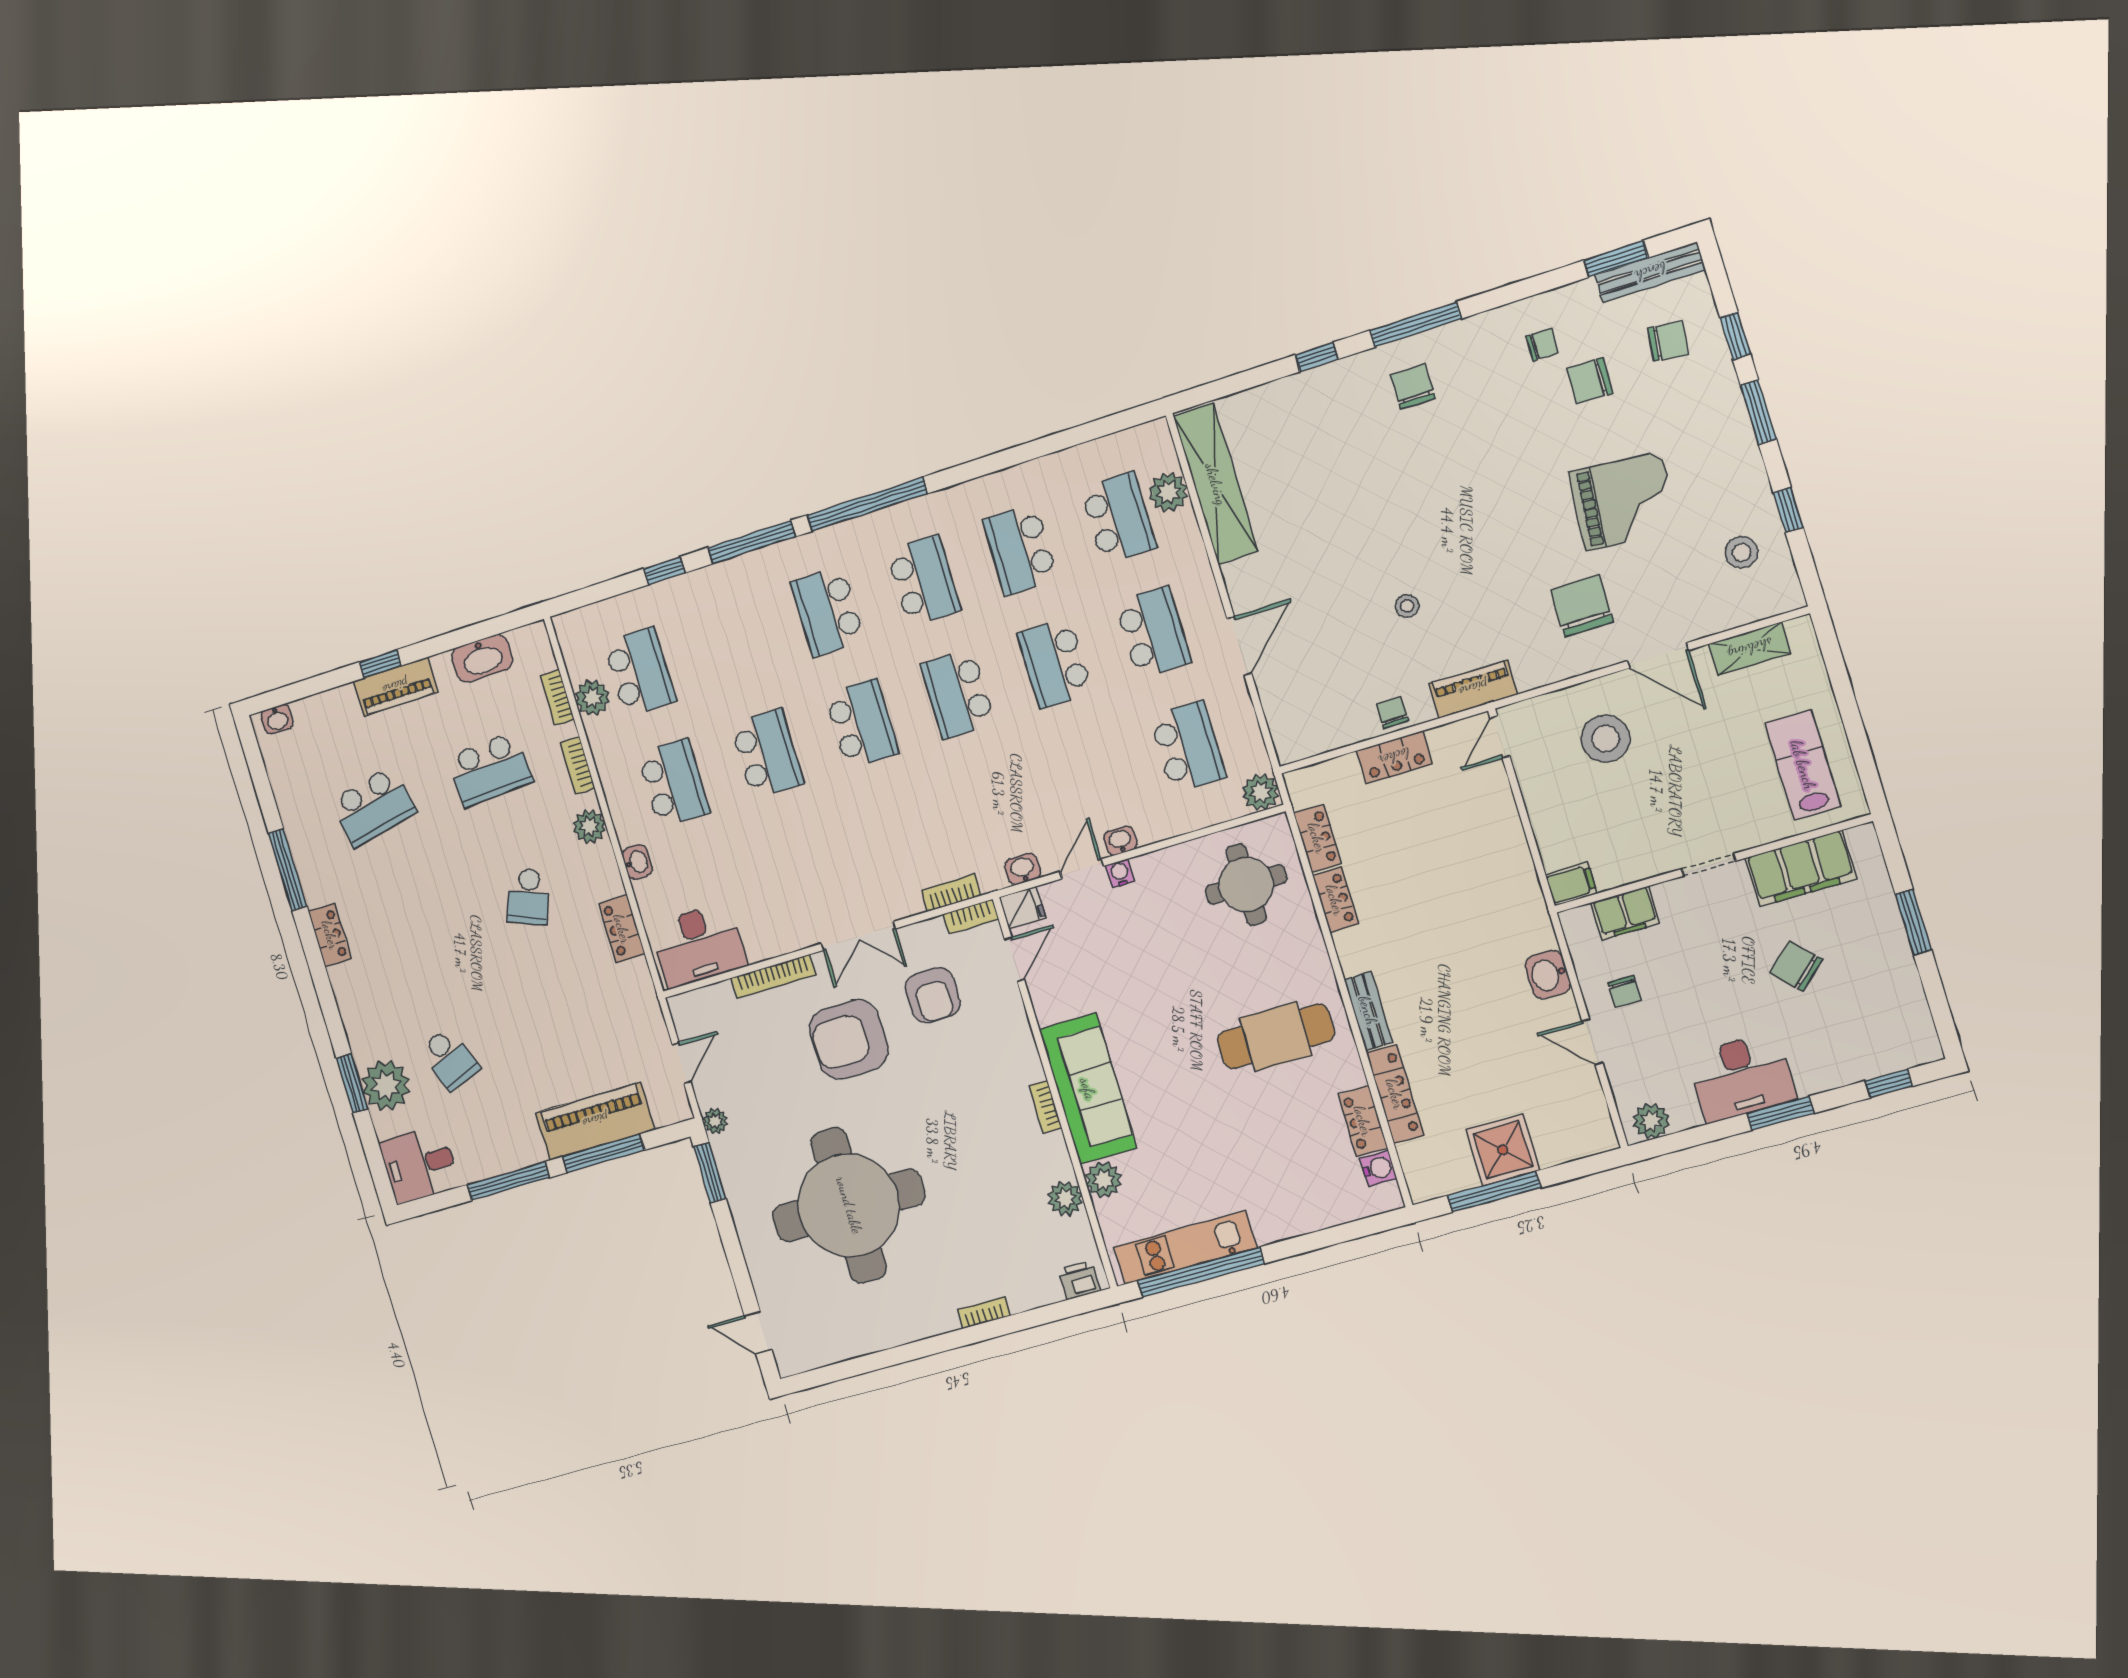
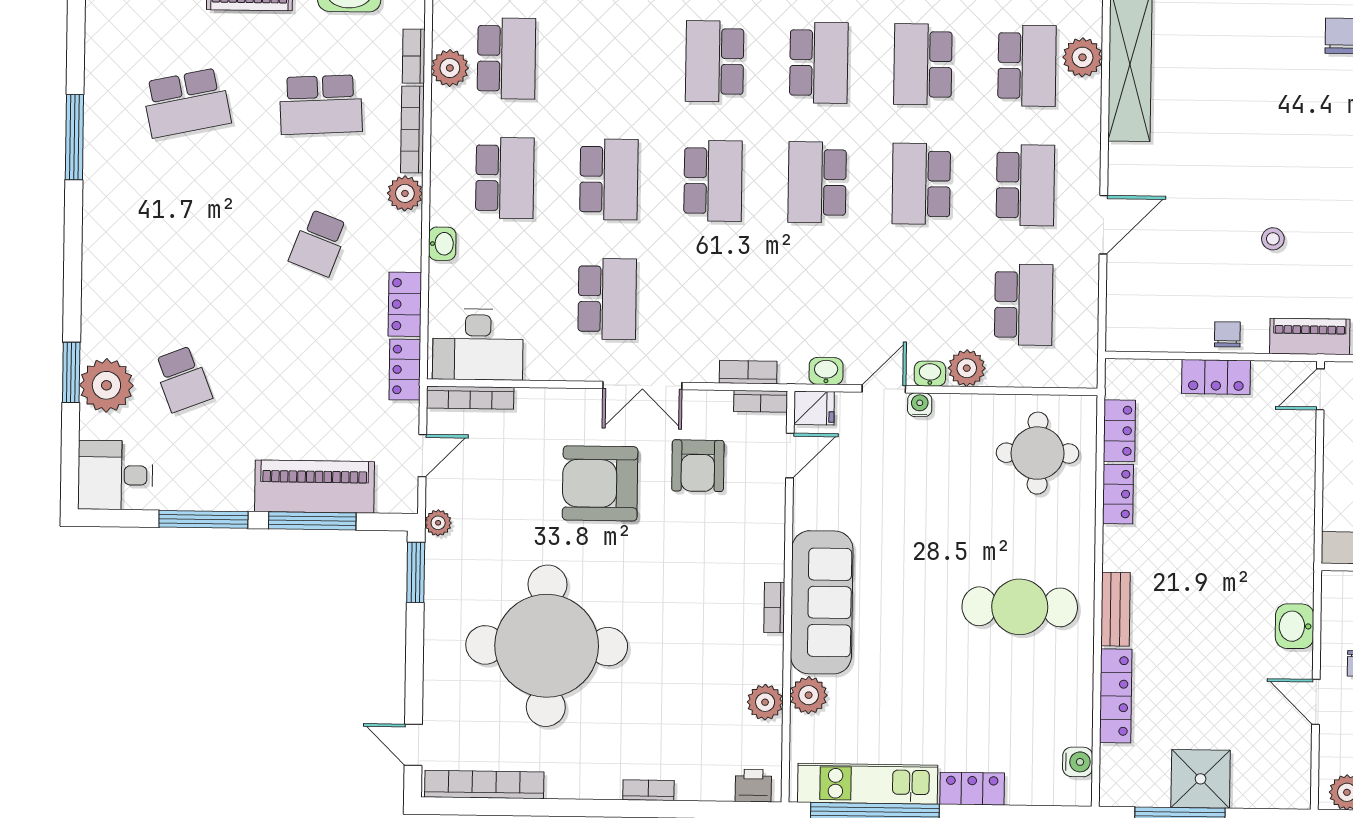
bookcase: (577, 766) -> (412, 130), width x1.56
plant: (1261, 792) -> (967, 368), moved
school desk: (801, 865) -> (607, 299), added
locker: (330, 935) -> (405, 370), moved, turned 180
bookcase: (773, 976) -> (470, 398), moved
locker: (1363, 1121) -> (972, 789), moved, turned 90
bookcase: (833, 1351) -> (484, 785), added

